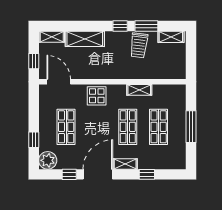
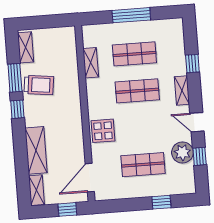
shelving: (139, 90) -> (91, 63), moved
plant: (48, 160) -> (182, 153), moved
door: (98, 174) -> (197, 122), width x0.53

